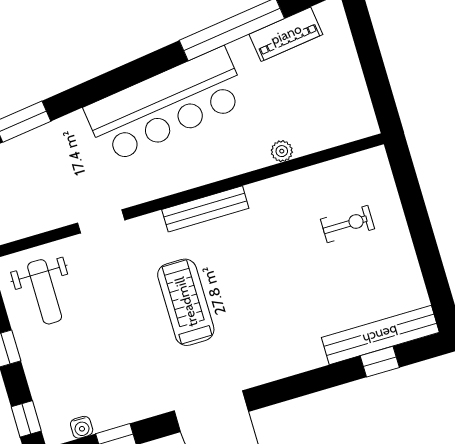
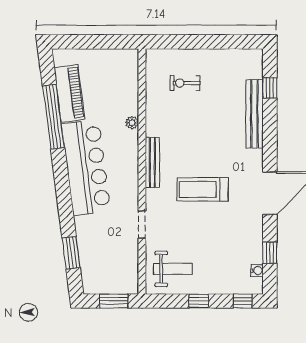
piano: (286, 34) -> (69, 93), width x1.37, depth x1.33
plant: (282, 151) -> (132, 123), moved
exercise bike: (348, 224) -> (185, 83), turned -90
bench: (380, 335) -> (254, 114), moved

